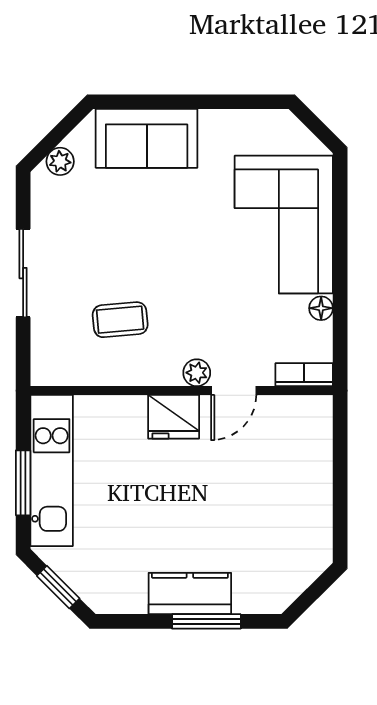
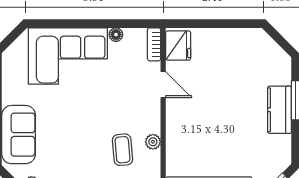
plant: (197, 373) -> (153, 142), moved
fridge: (174, 417) -> (178, 45), moved

